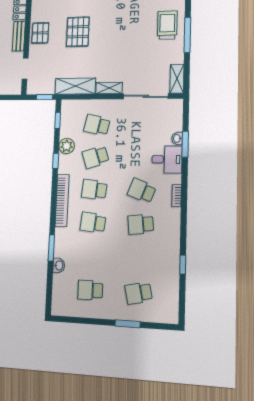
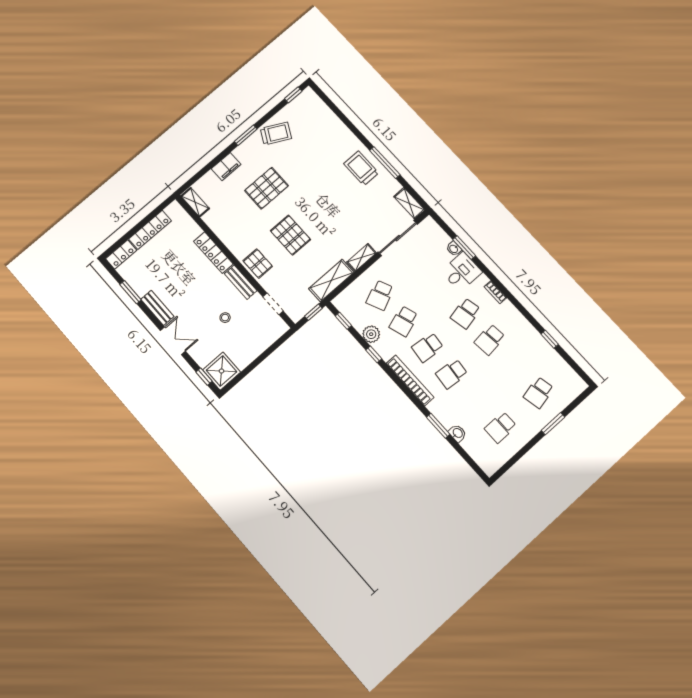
school desk: (97, 125) -> (380, 295), turned -36
school desk: (142, 191) -> (465, 313), turned -33

